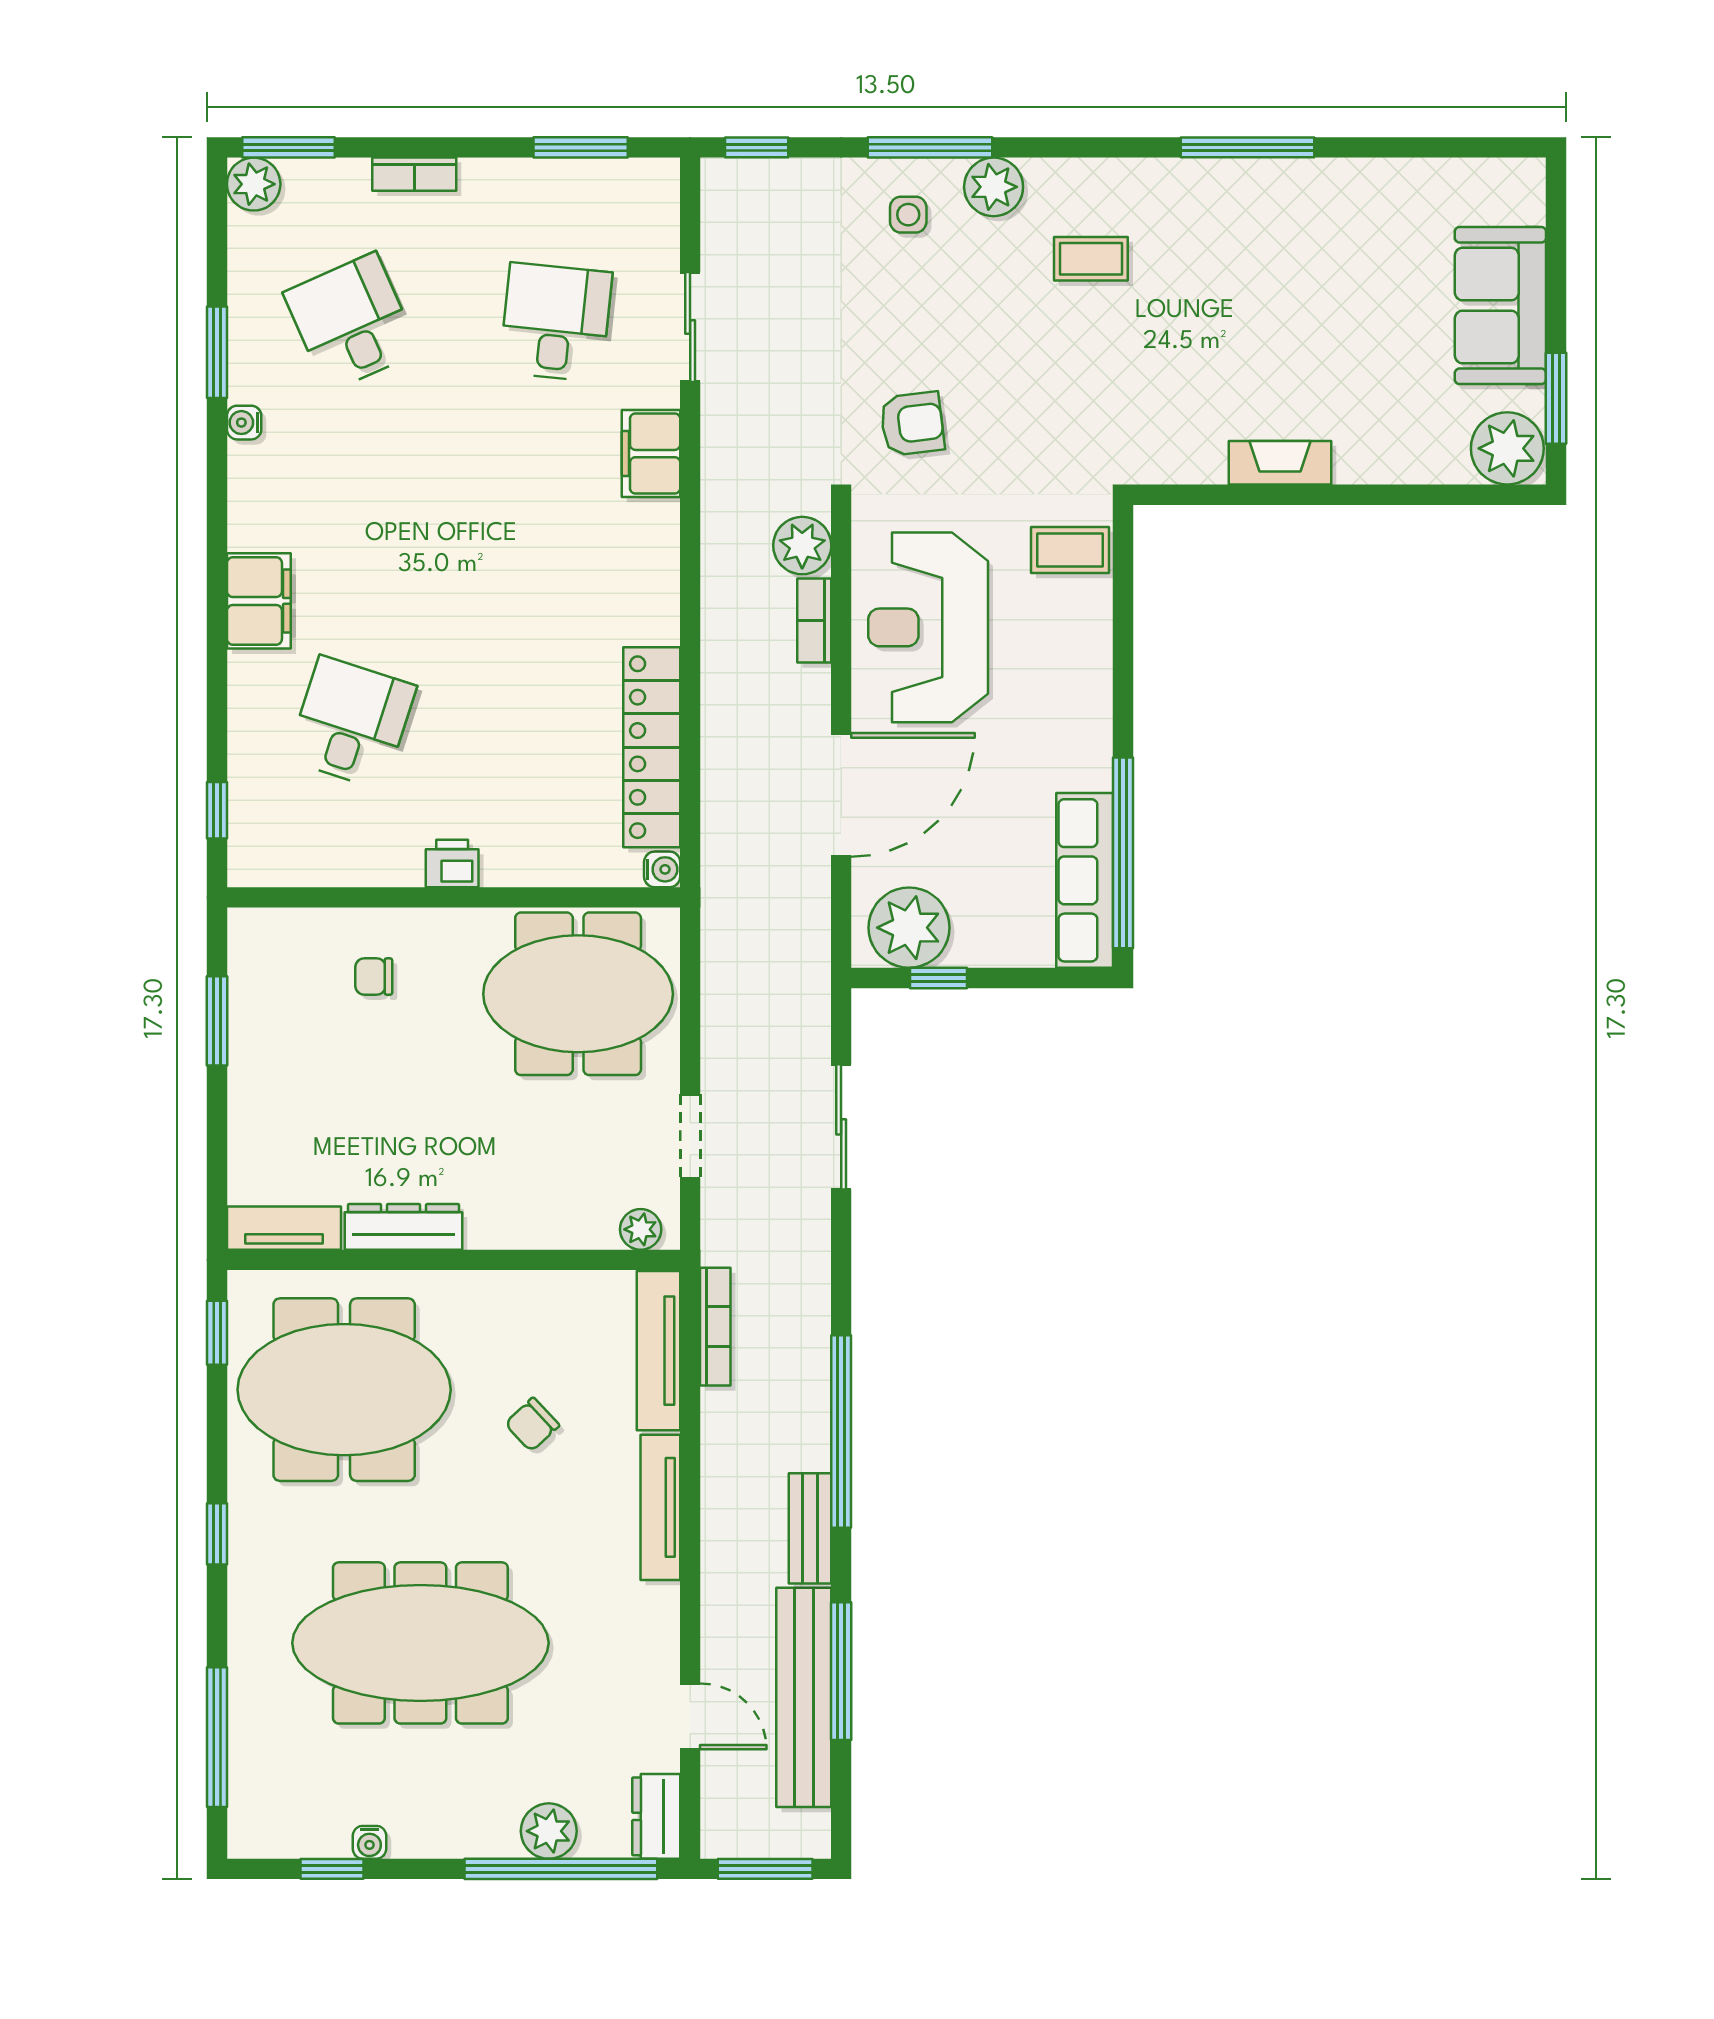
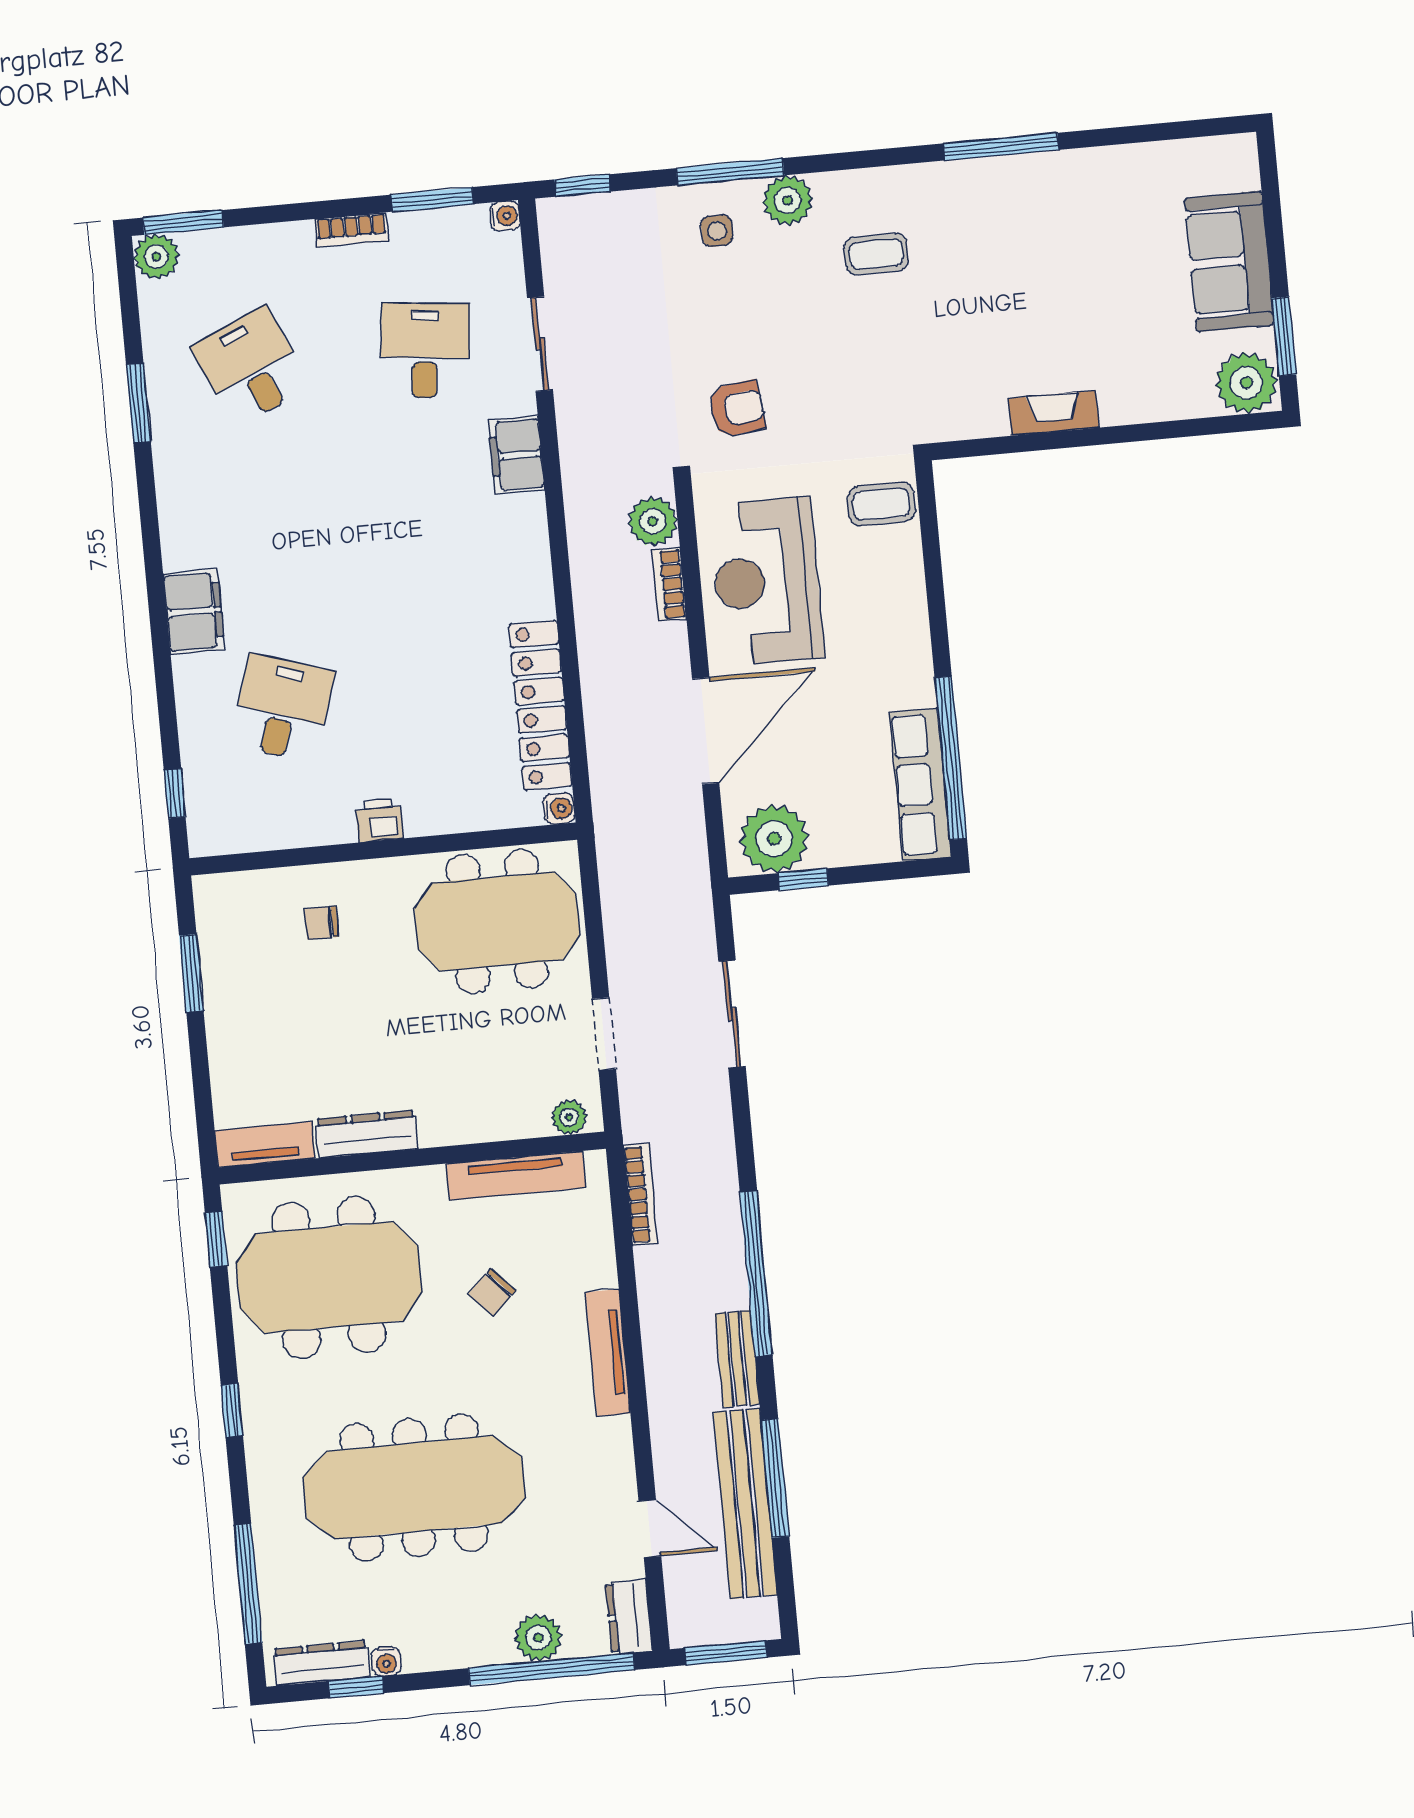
bookcase: (414, 174) -> (351, 230), moved
water cooler: (244, 423) -> (505, 216), moved, turned 180
tv unit: (658, 1351) -> (516, 1176), moved, turned -90
dresser: (294, 1837) -> (321, 1663), added

